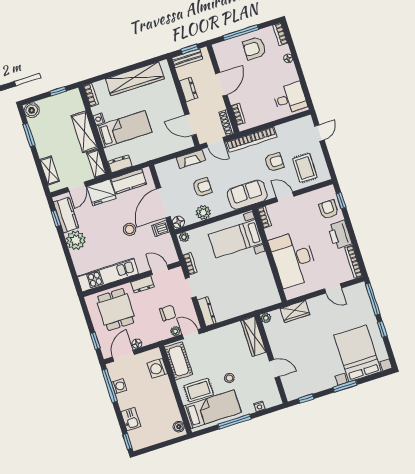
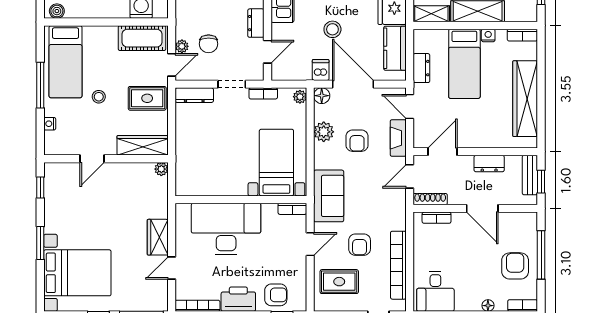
bookcase: (252, 139) -> (398, 265), moved
door: (166, 158) -> (410, 107), added
dresser: (120, 164) -> (421, 68), moved
wardrobe: (295, 311) -> (158, 237), moved
rug: (199, 390) -> (147, 98), moved, turned 90

